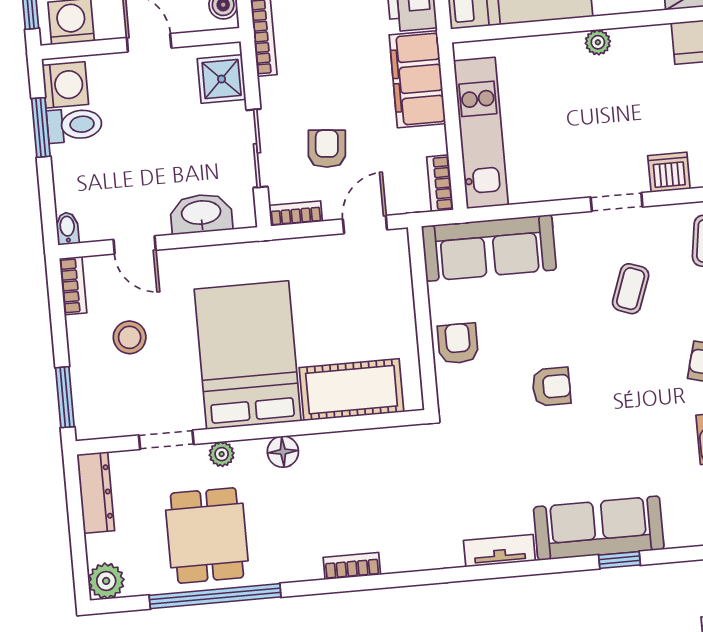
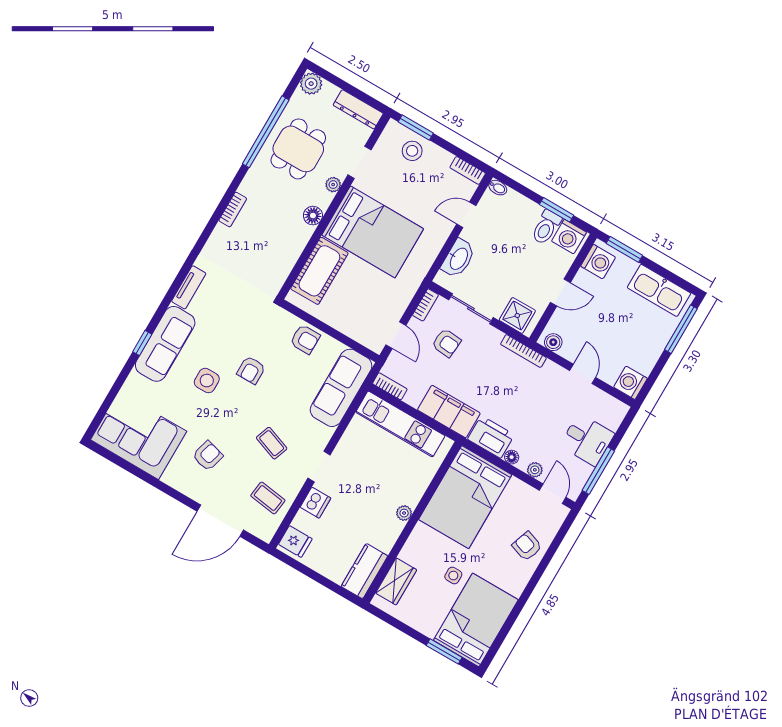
stool: (130, 337) -> (412, 151), moved
side table: (608, 437) -> (207, 381), added
dining table: (207, 535) -> (298, 149), turned 90

